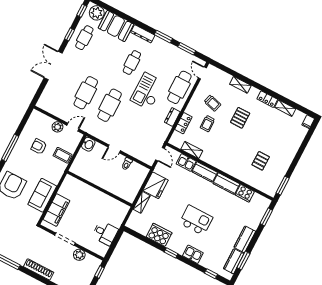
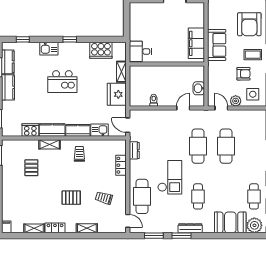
dresser: (143, 34) -> (190, 228), moved
dresser: (172, 117) -> (134, 150), moved
pallet: (240, 118) -> (71, 198), turned 90
trolley: (207, 124) -> (79, 154), moved
side table: (40, 125) -> (253, 94), added
door: (73, 127) -> (221, 108), swing flipped
washbasin: (88, 144) -> (199, 88), moved
door: (114, 149) -> (183, 108), moved
shelving: (192, 150) -> (50, 144), moved
coffee table: (63, 155) -> (253, 55), moved
sofa: (42, 195) -> (217, 45), moved
filing cabinet: (56, 210) -> (196, 43), moved
desk: (105, 233) -> (140, 51), moved
cooker: (159, 235) -> (101, 50), moved

